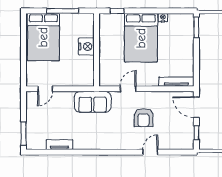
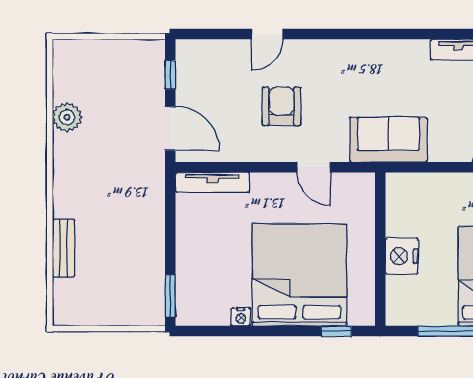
bed: (141, 38) -> (299, 275), width x1.36
door: (128, 89) -> (314, 167), hinge flipped

